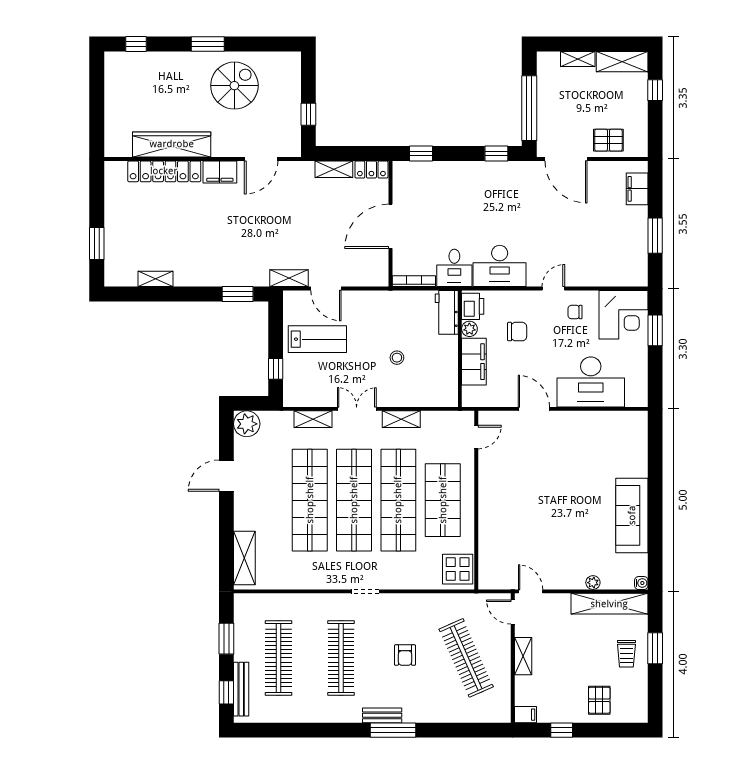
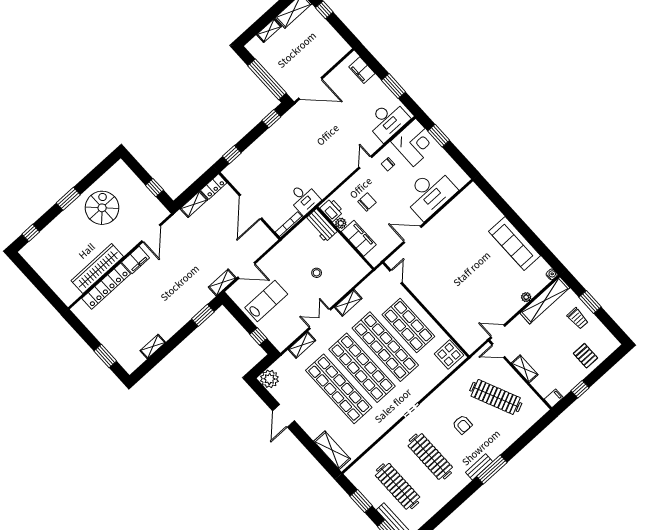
pallet: (608, 140) -> (324, 58), removed
desk: (500, 266) -> (388, 120), moved

